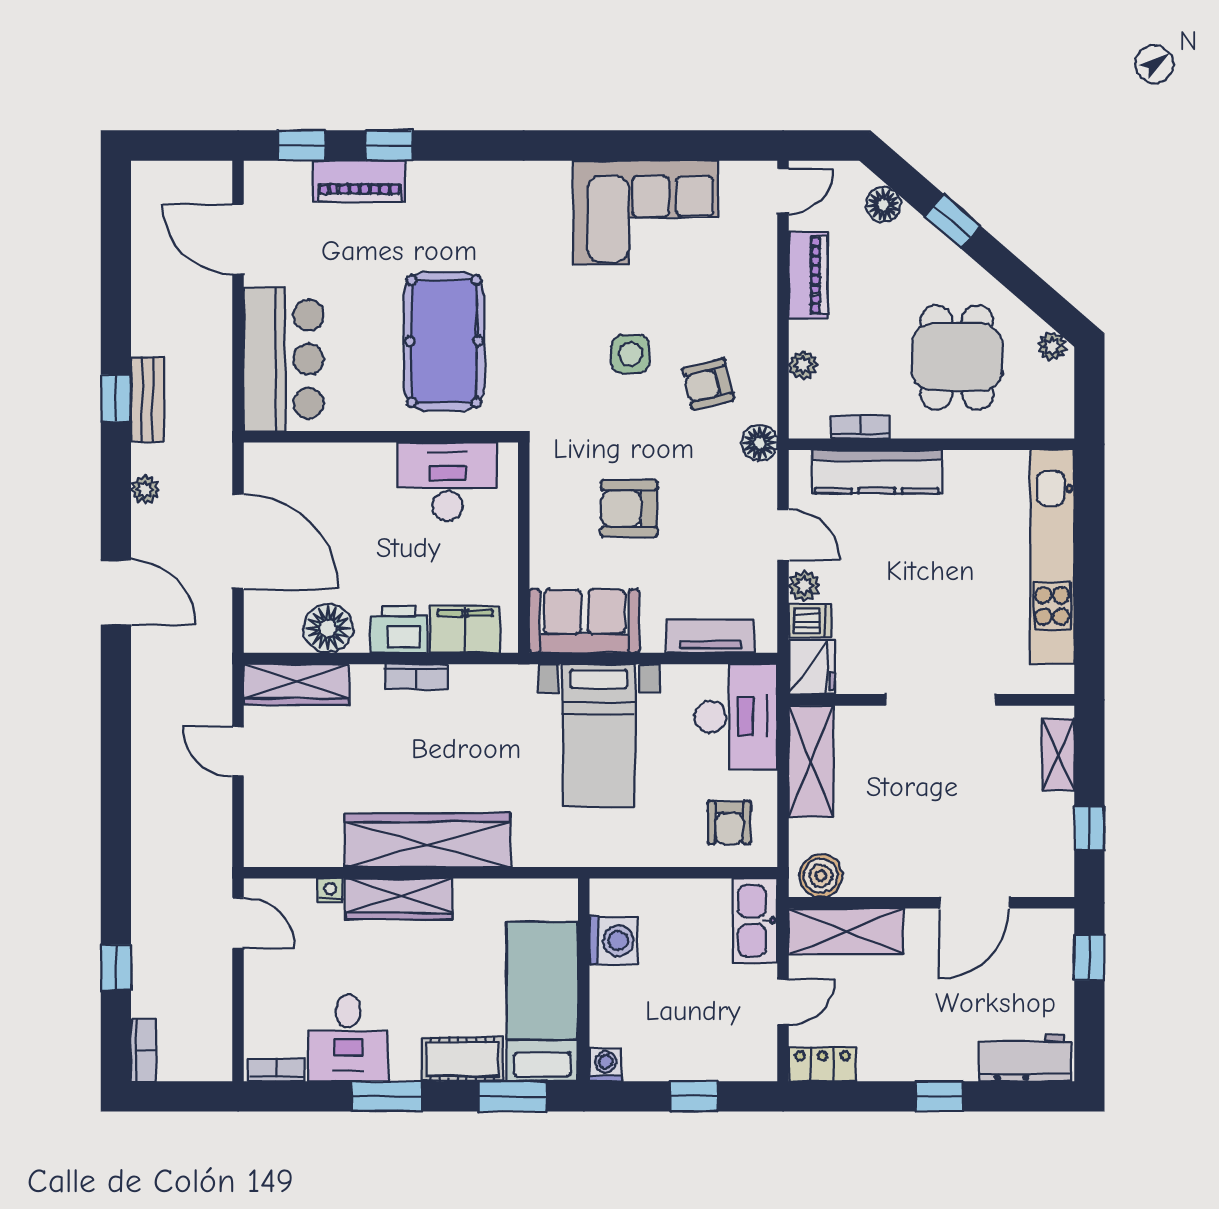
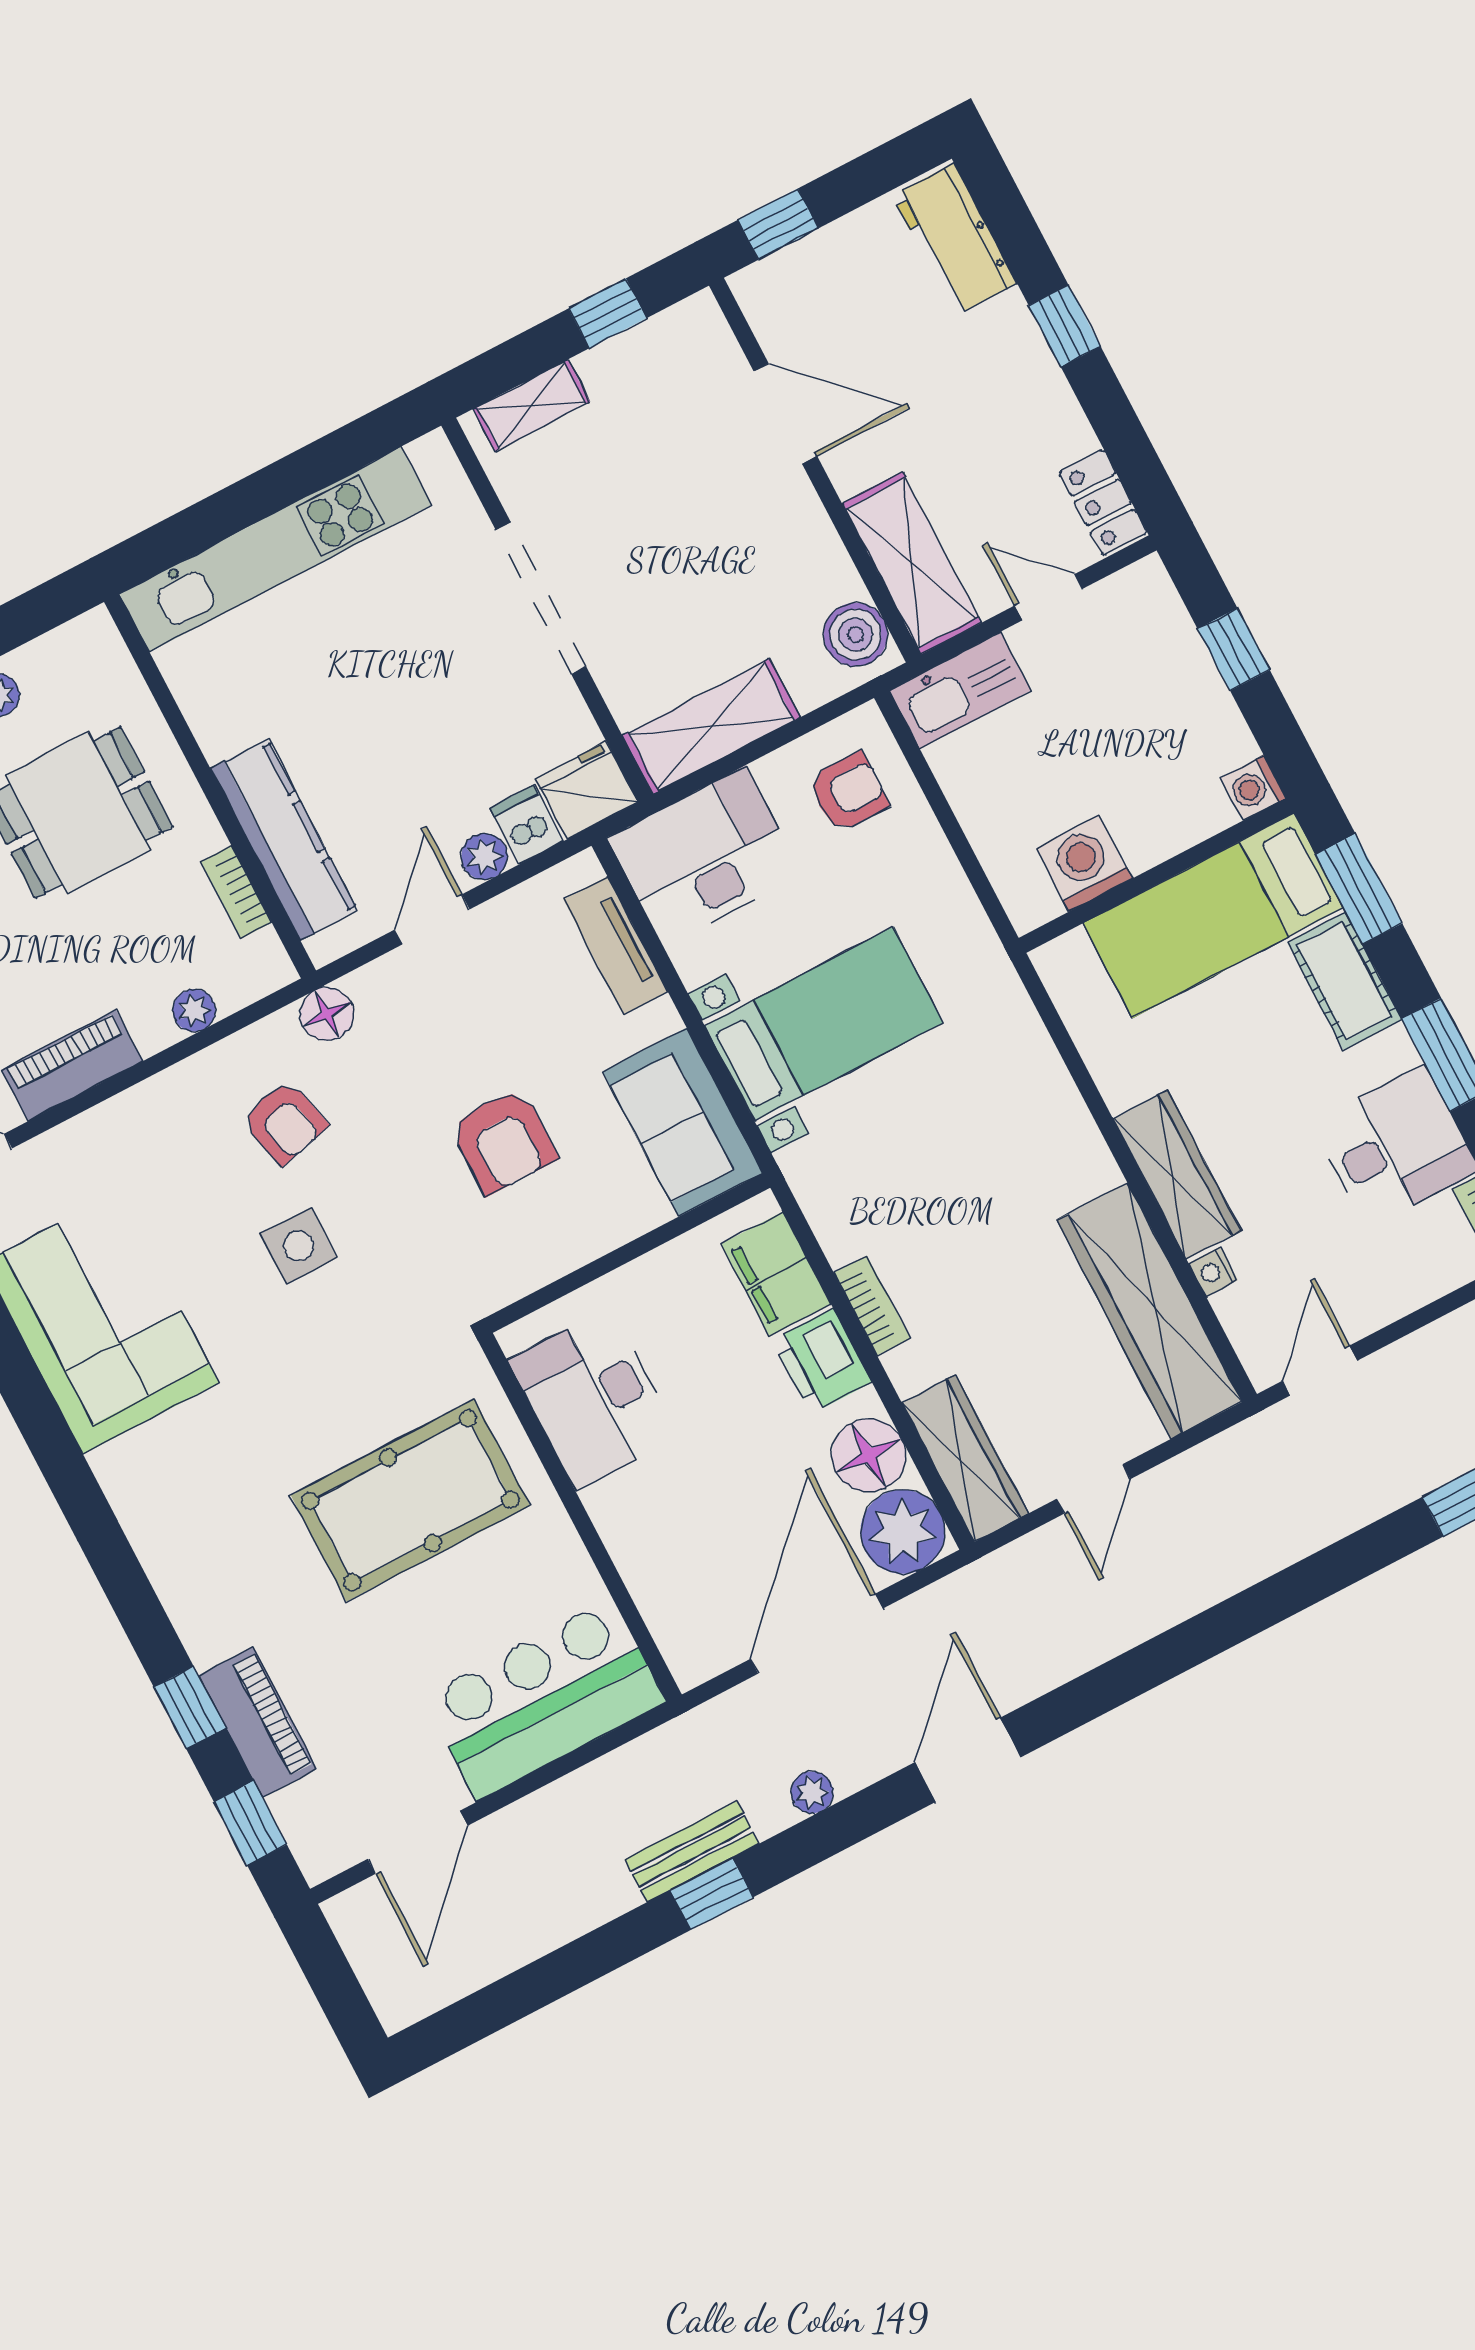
plant: (272, 625) -> (903, 1532), added
wardrobe: (427, 840) -> (1149, 1311), moved

